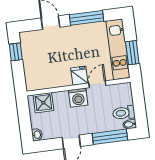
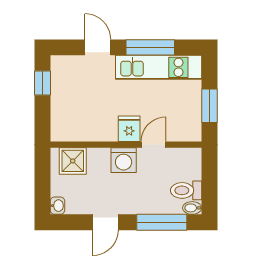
kitchen unit: (118, 49) -> (159, 67), moved, turned -90

